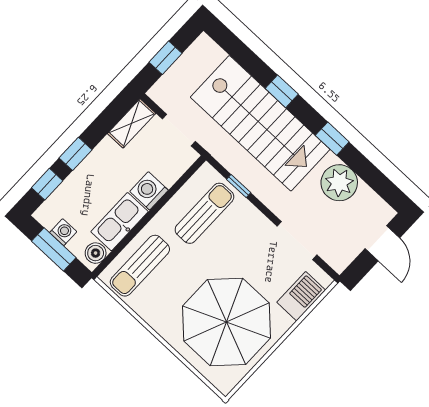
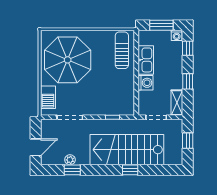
window: (332, 139) -> (72, 170), moved
window: (75, 154) -> (188, 81), moved
plant: (339, 183) -> (70, 160), width x0.53, depth x0.53
sun lounger: (204, 213) -> (116, 94), removed
washing machine: (63, 232) -> (177, 35), moved
door: (382, 243) -> (36, 147), swing flipped
boiler: (96, 253) -> (144, 39), removed

